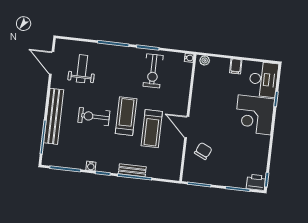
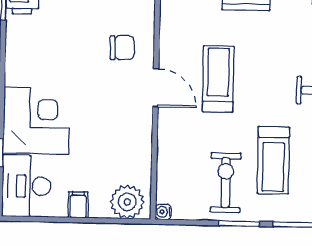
plant: (205, 60) -> (127, 202), width x1.87, depth x1.87
treadmill: (126, 116) -> (273, 160), moved
chair: (203, 151) -> (122, 48), turned -117

